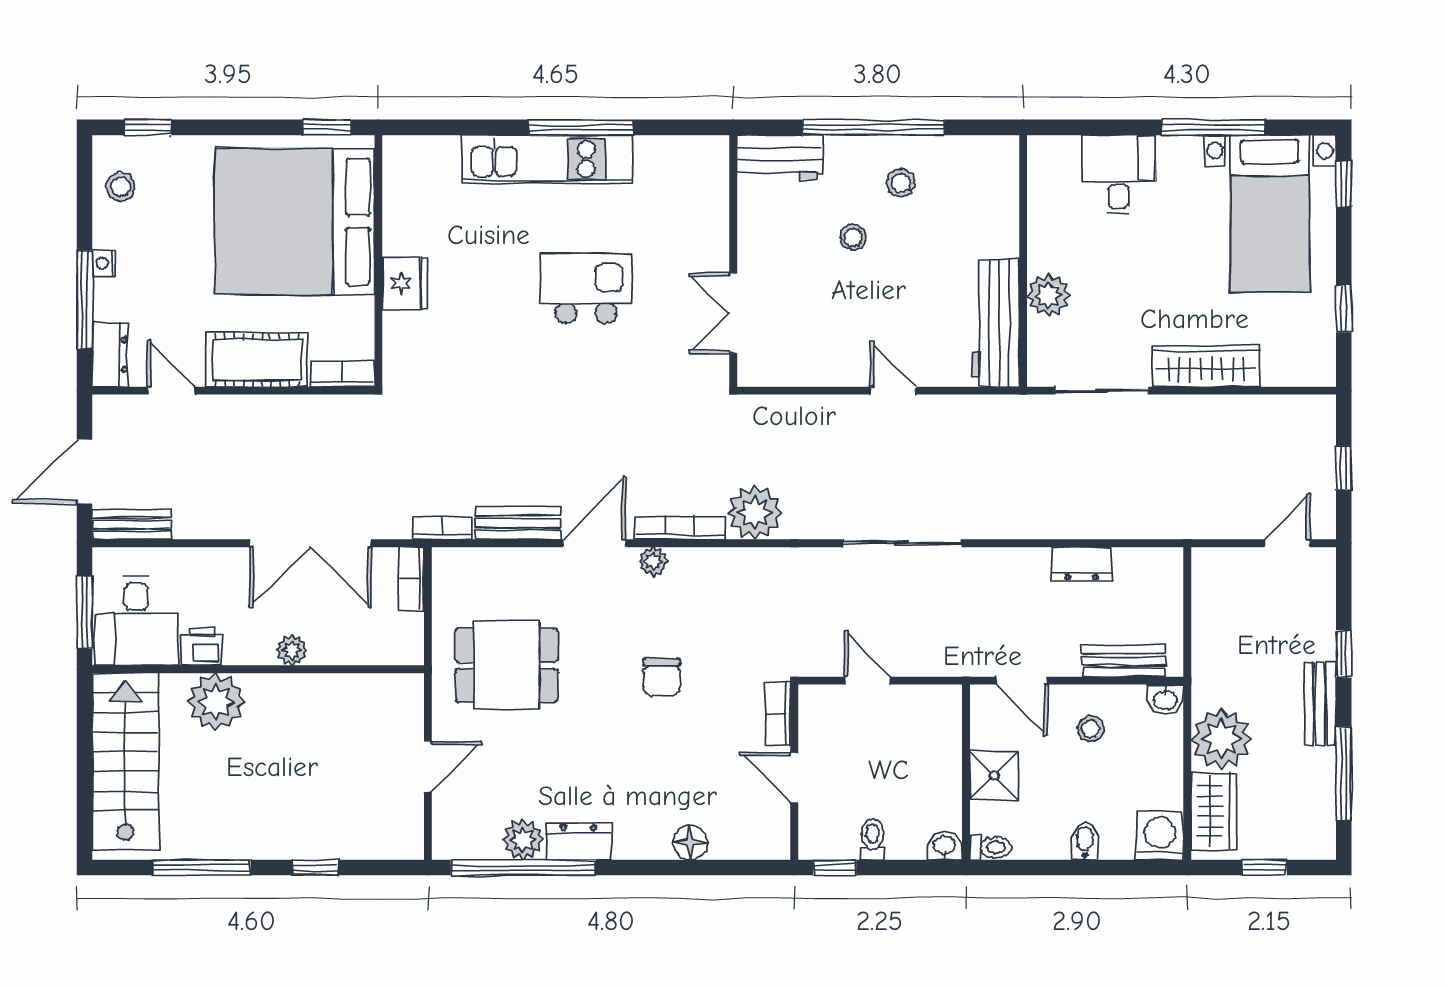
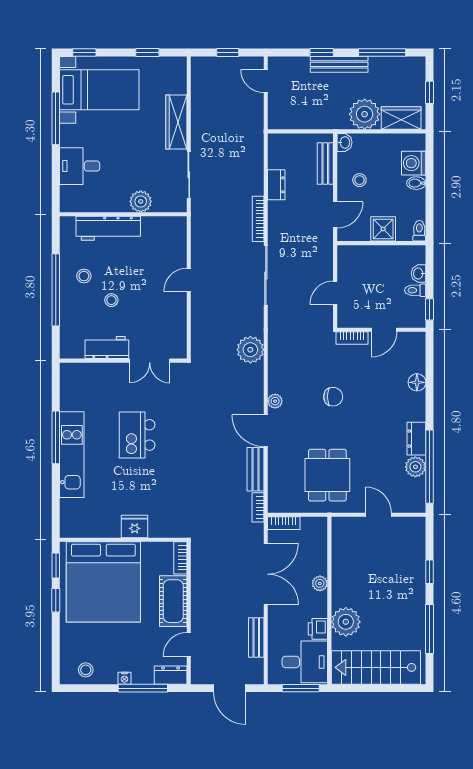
window: (148, 127) -> (56, 600), moved
workbench: (780, 157) -> (107, 348), moved, turned -90
workbench: (995, 323) -> (108, 228), moved
bench: (132, 524) -> (256, 638), moved
bookcase: (680, 528) -> (258, 219), moved
bench: (1320, 704) -> (339, 64), width x1.36
washing machine: (1160, 836) -> (414, 163), moved
washbasin: (945, 846) -> (419, 273), moved

